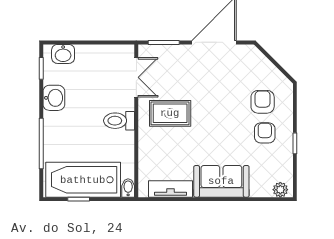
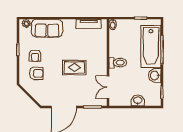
washbasin: (63, 54) -> (138, 101), moved
armchair: (263, 102) -> (36, 73), turned -90
rug: (170, 113) -> (74, 68), moved
bathtub: (83, 180) -> (151, 46), moved, turned 90
sofa: (221, 181) -> (47, 28), moved

